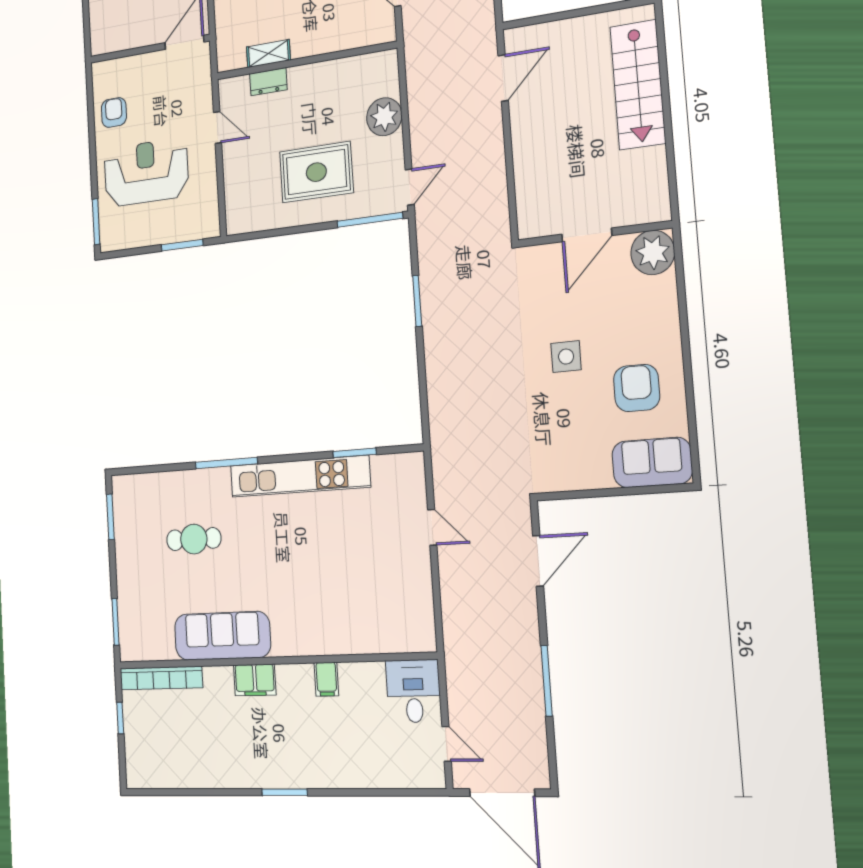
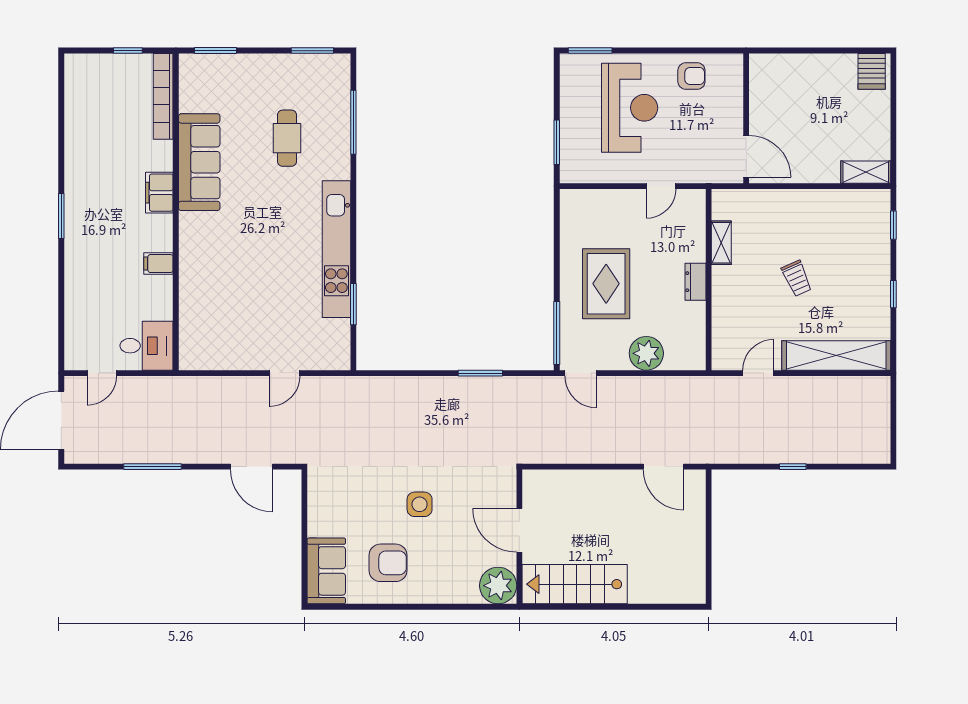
dresser: (268, 82) -> (695, 282), moved
stairs: (638, 85) -> (575, 584), moved
window: (226, 463) -> (353, 122), moved

